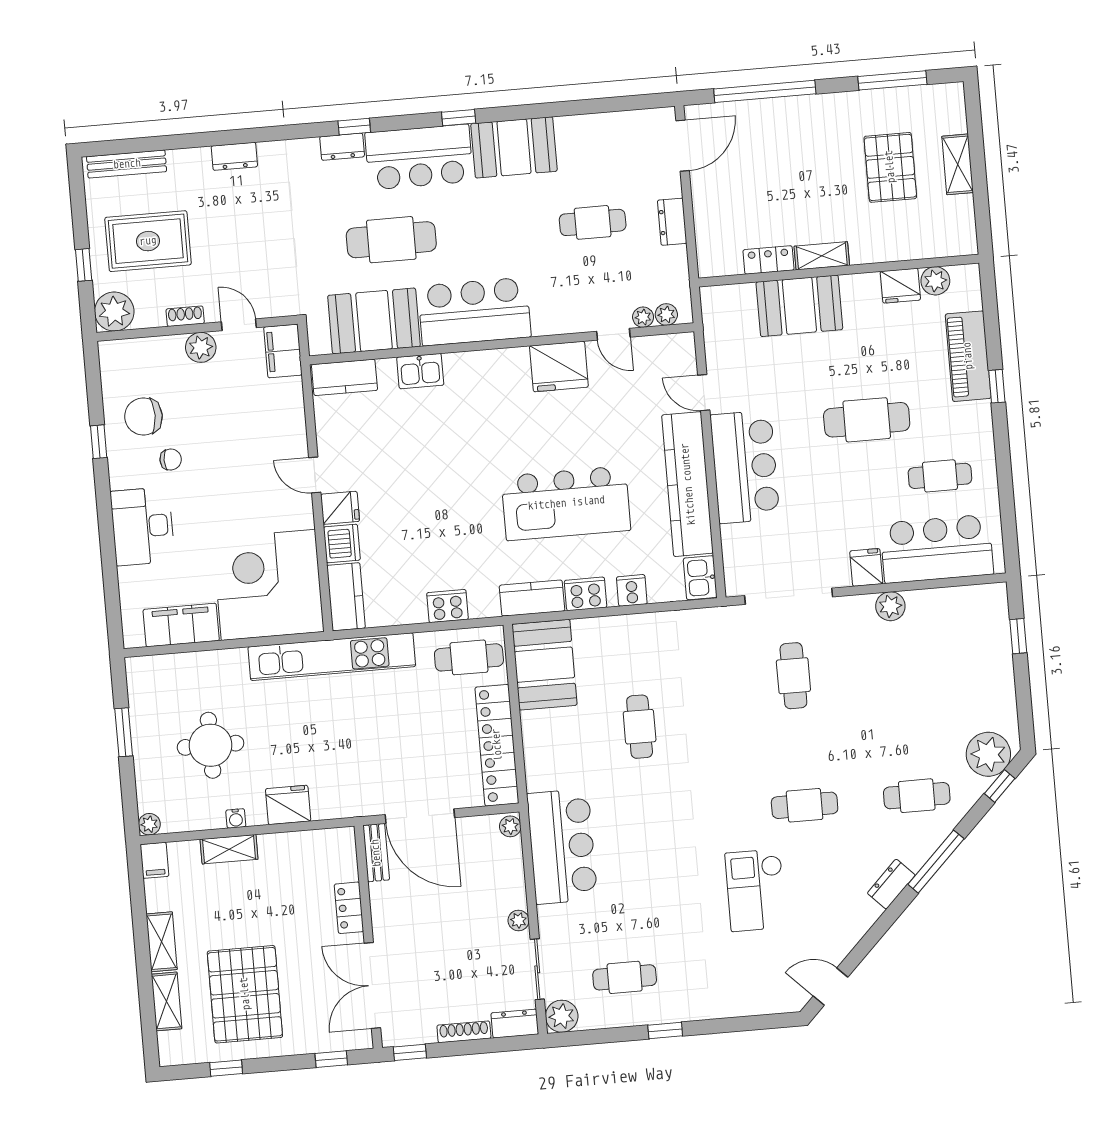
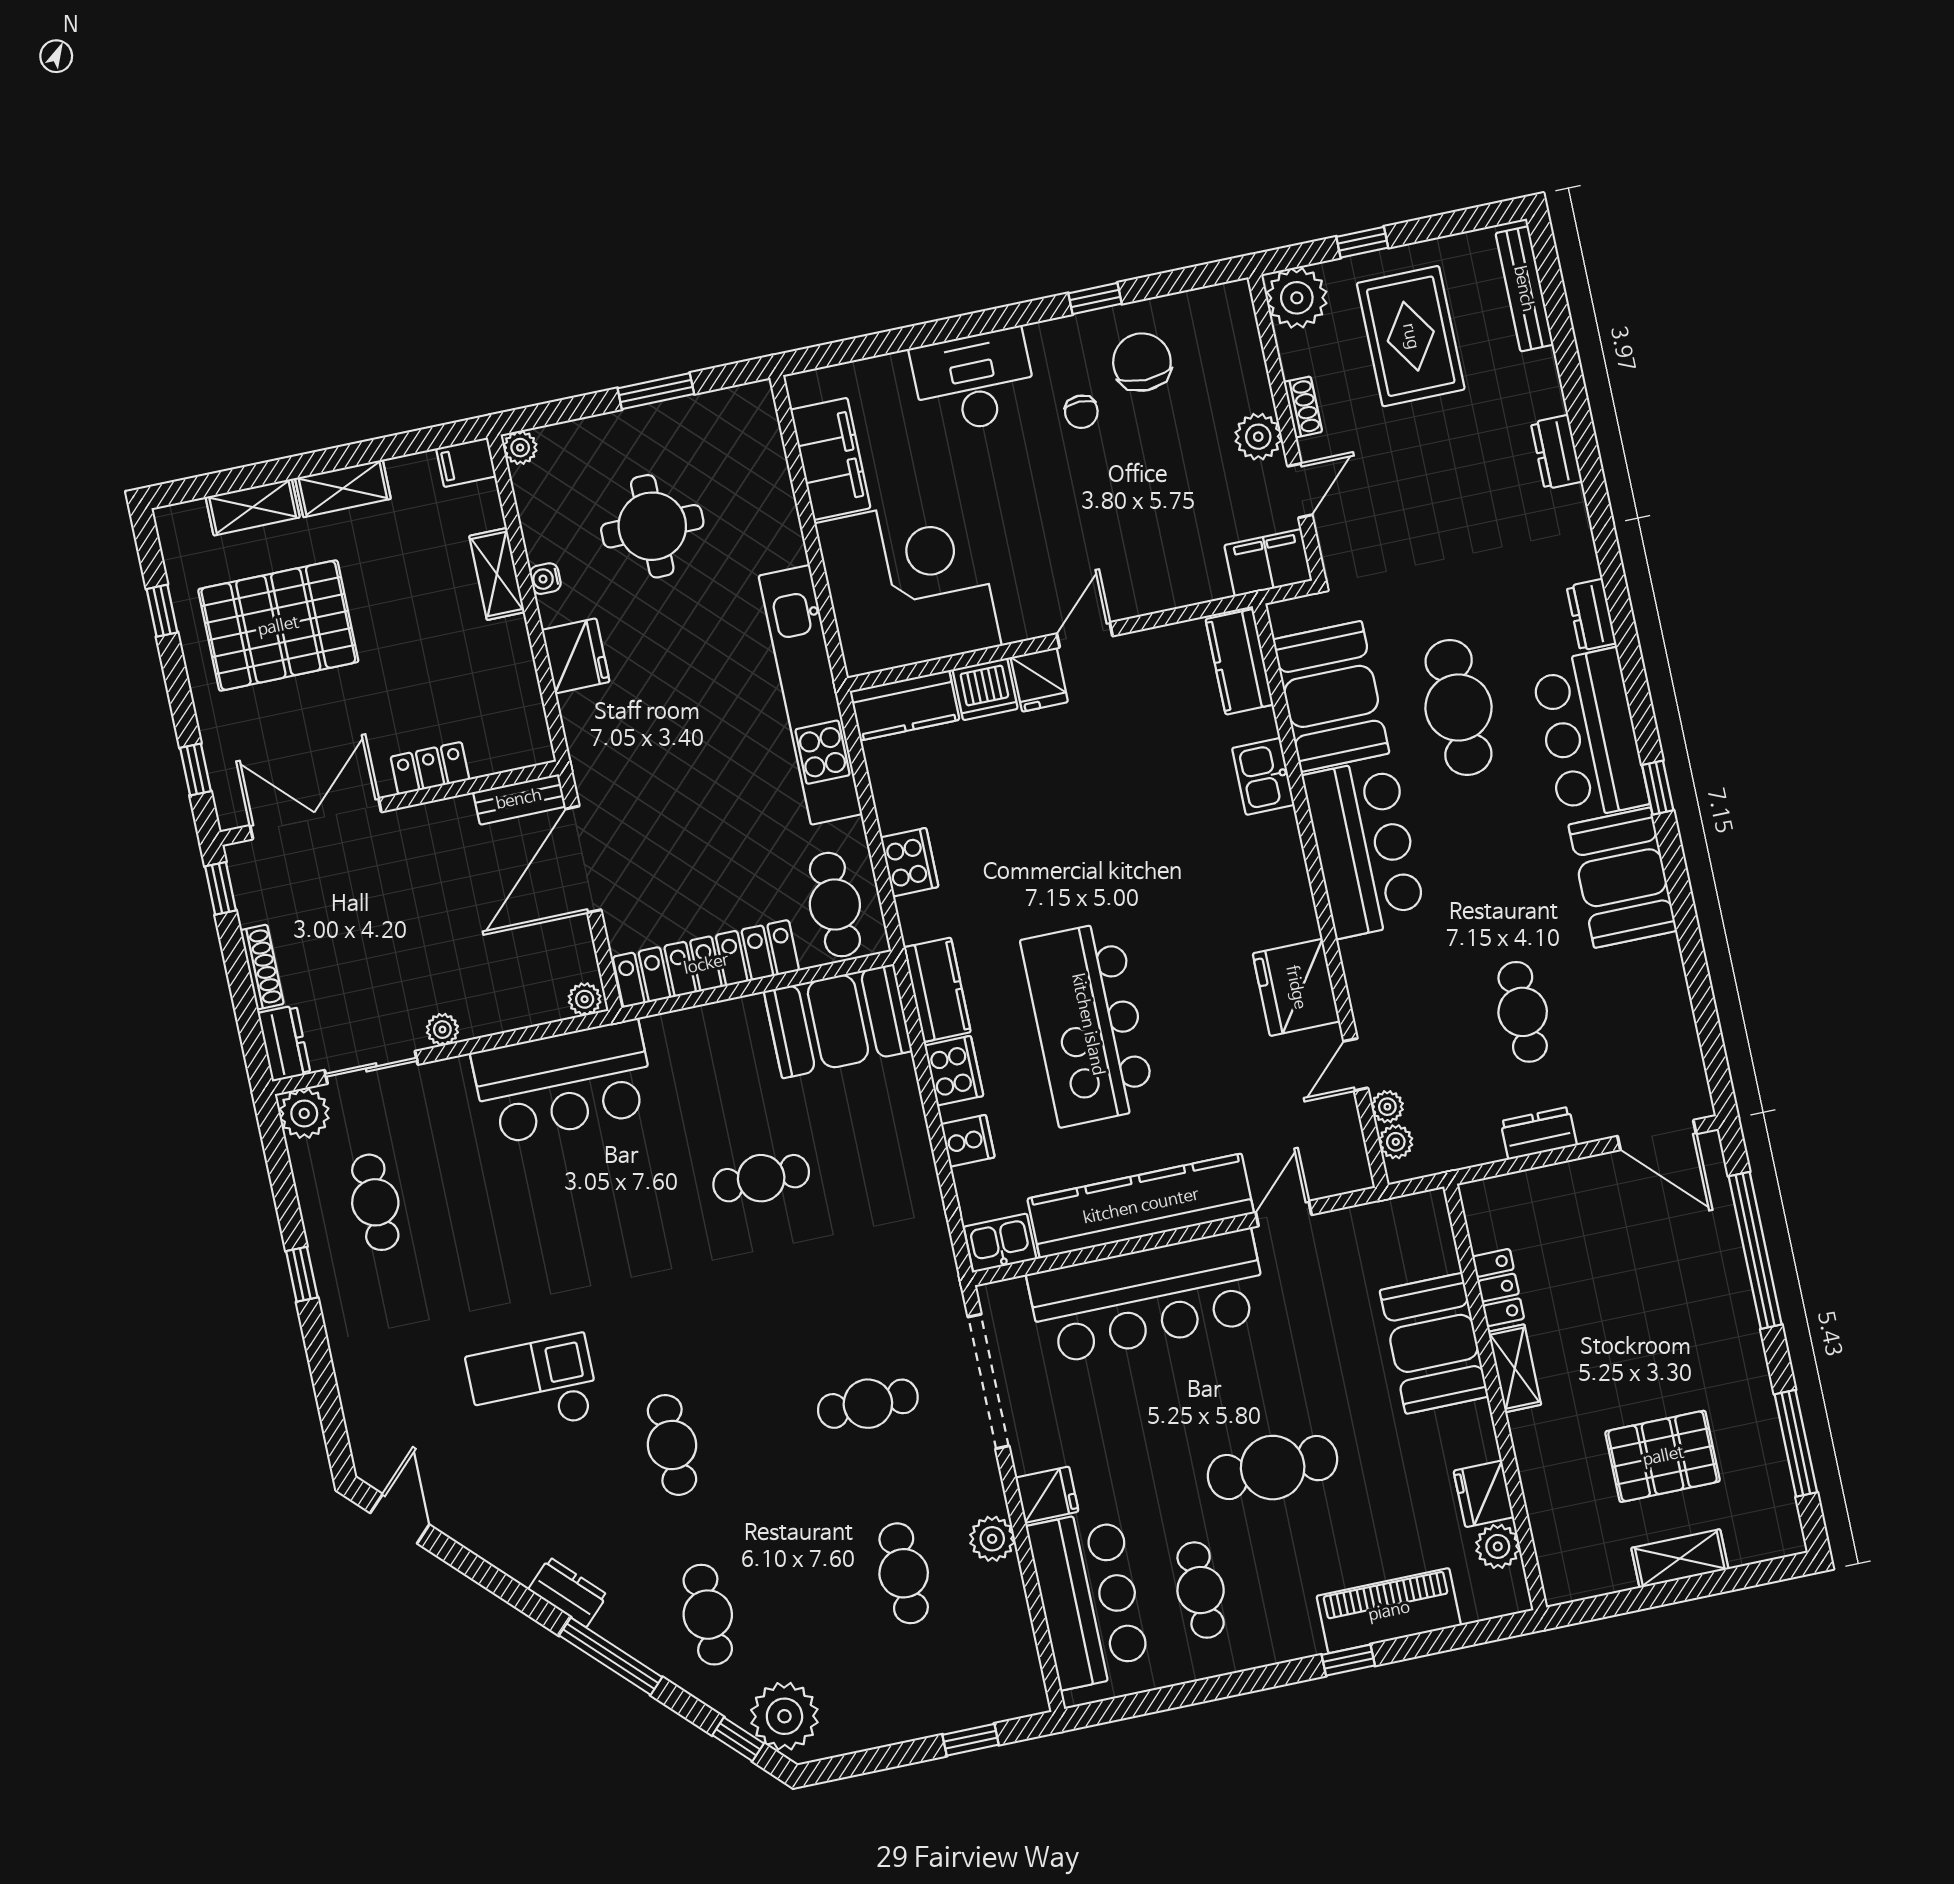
window: (354, 127) -> (1624, 630), removed
cafe table: (867, 420) -> (1273, 1468), turned 90
bar counter: (745, 467) -> (1148, 1297), width x1.36
cafe table: (906, 666) -> (904, 1573), added

